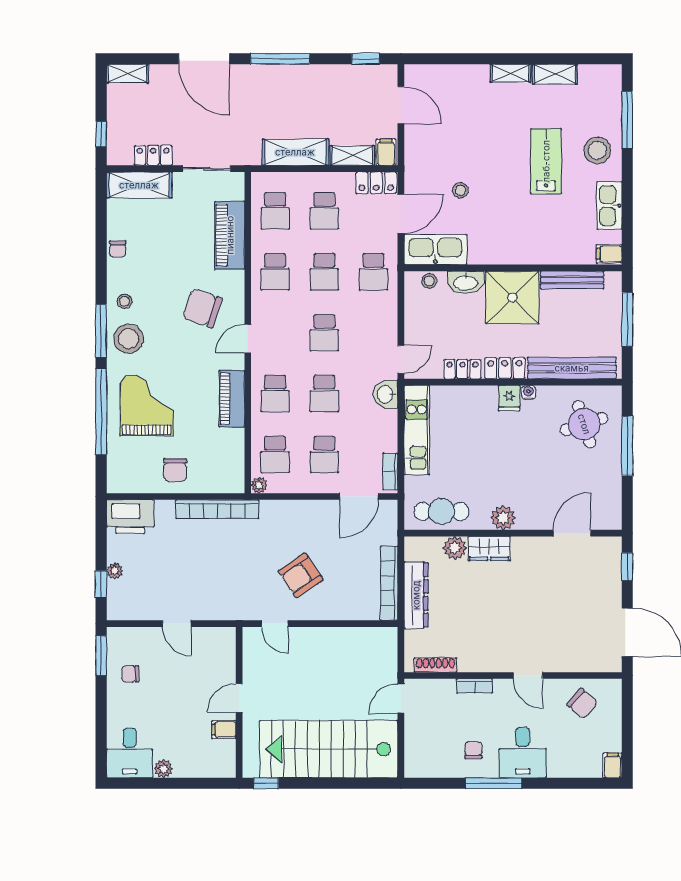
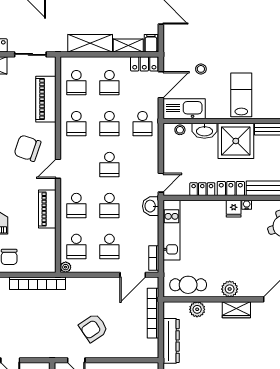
lab bench: (546, 161) -> (241, 95), moved
wardrobe: (489, 549) -> (236, 310), moved
bookcase: (389, 583) -> (153, 313), moved

